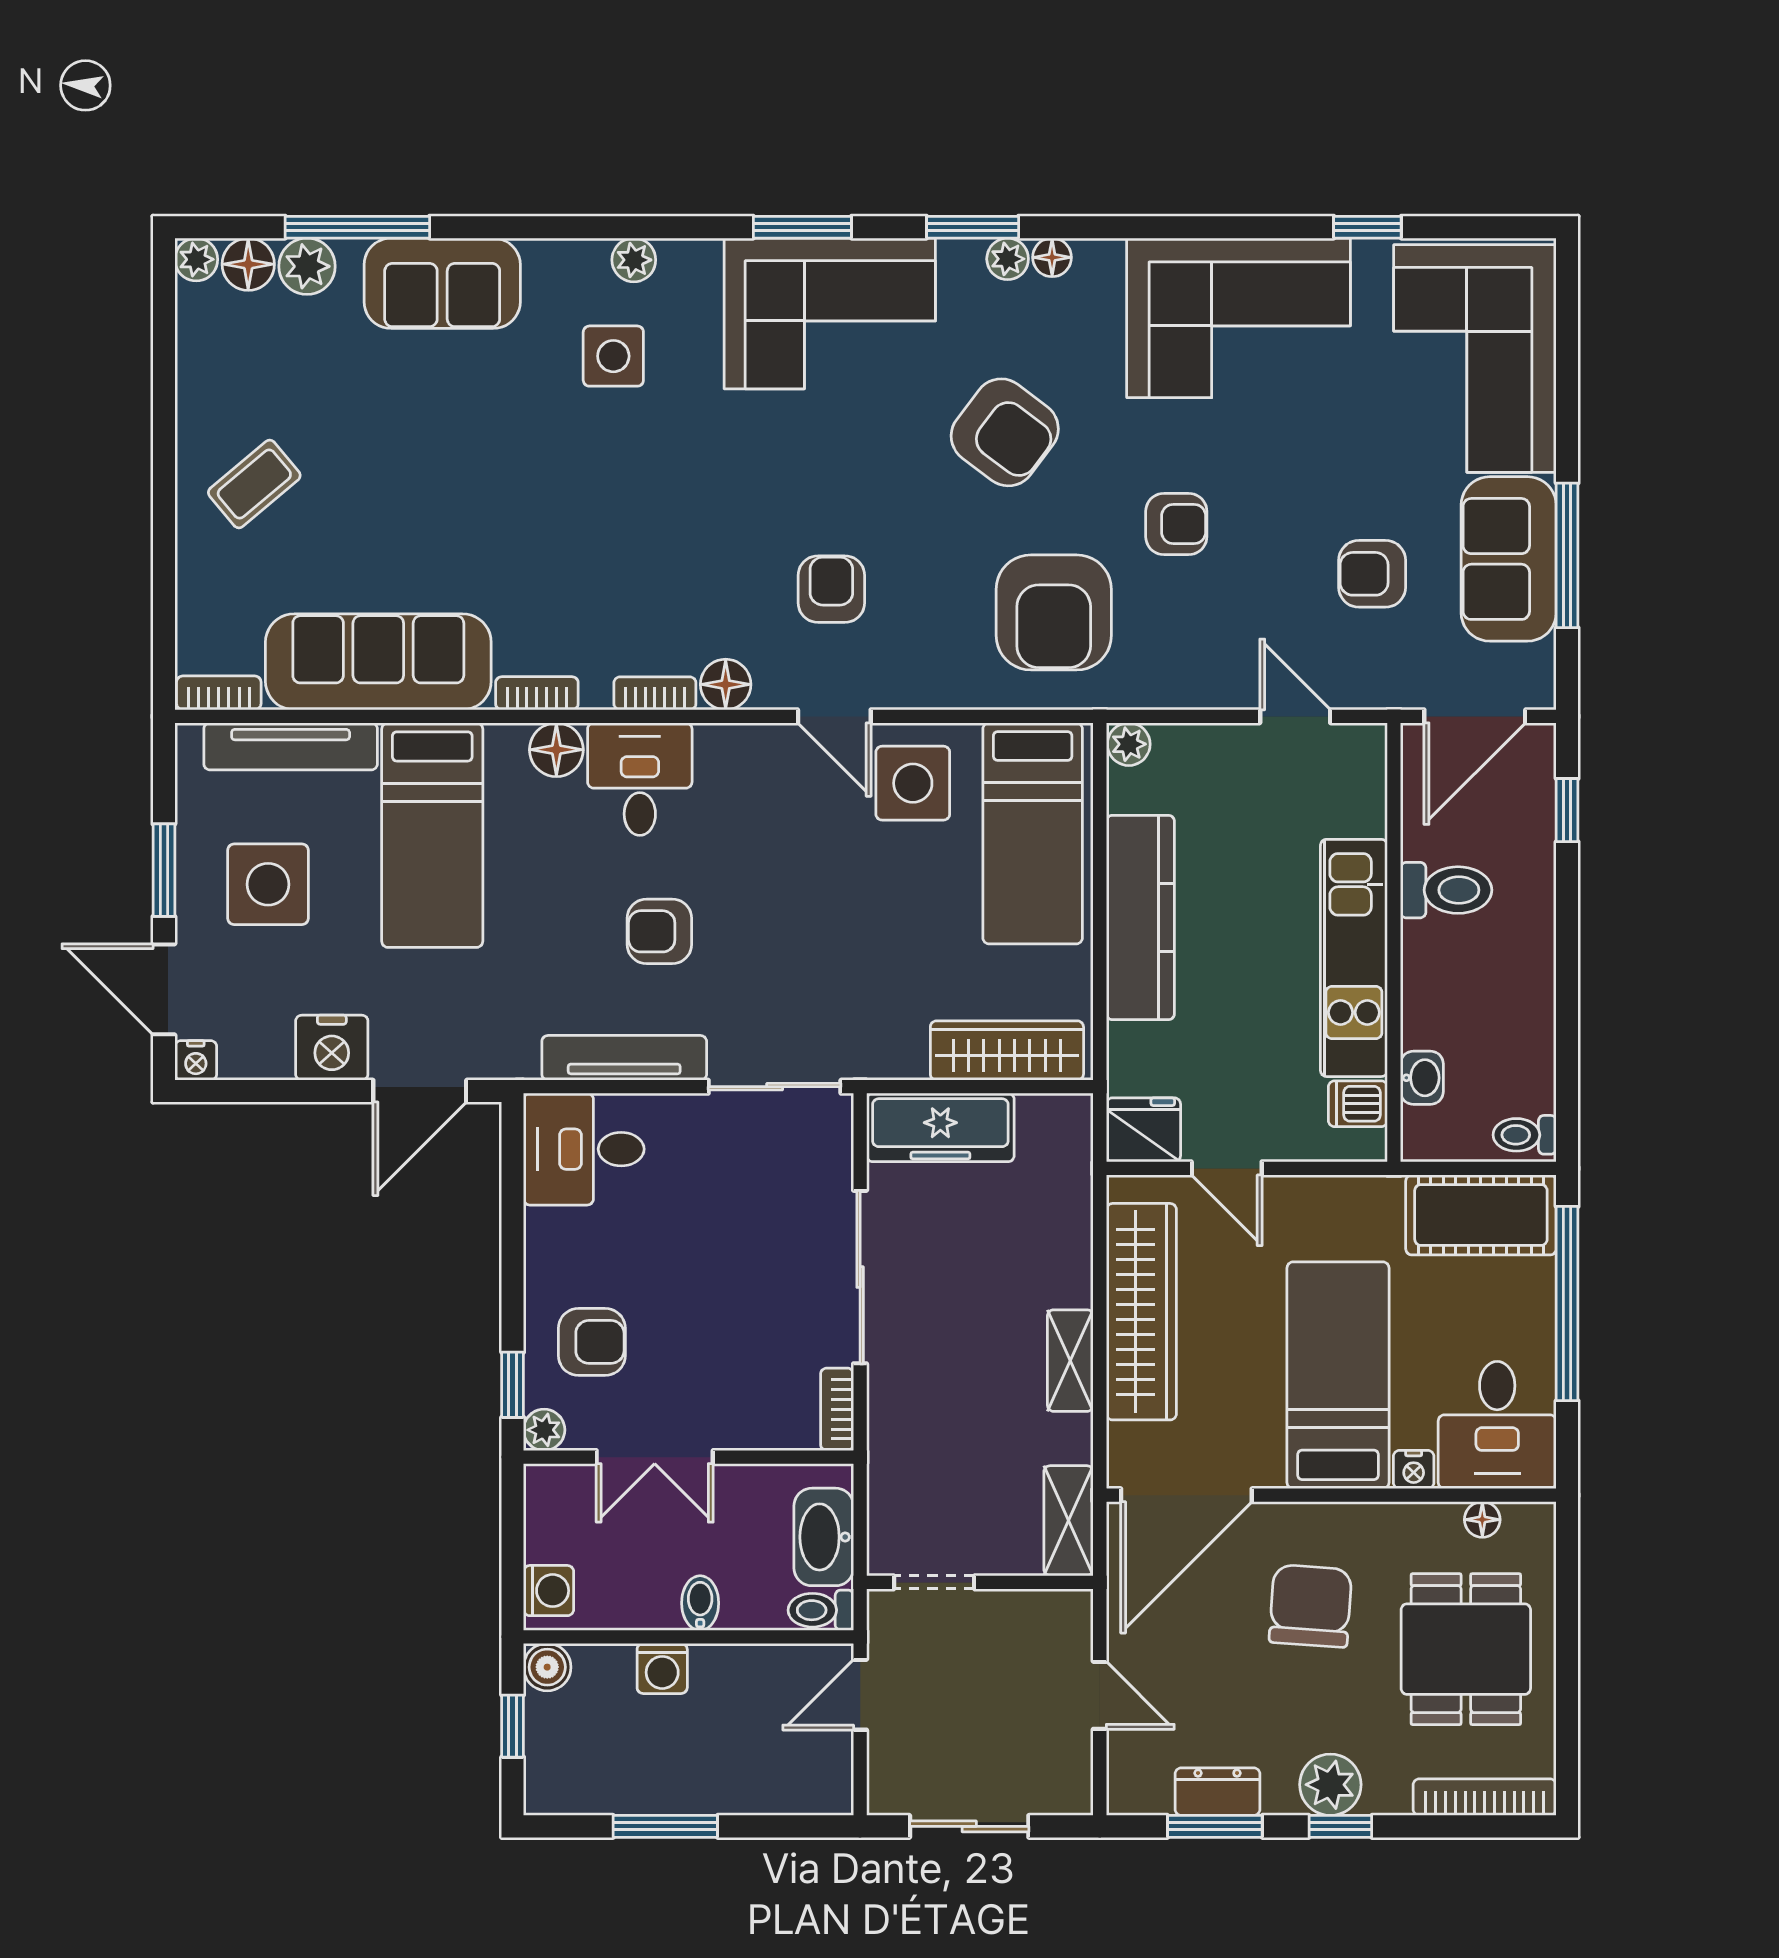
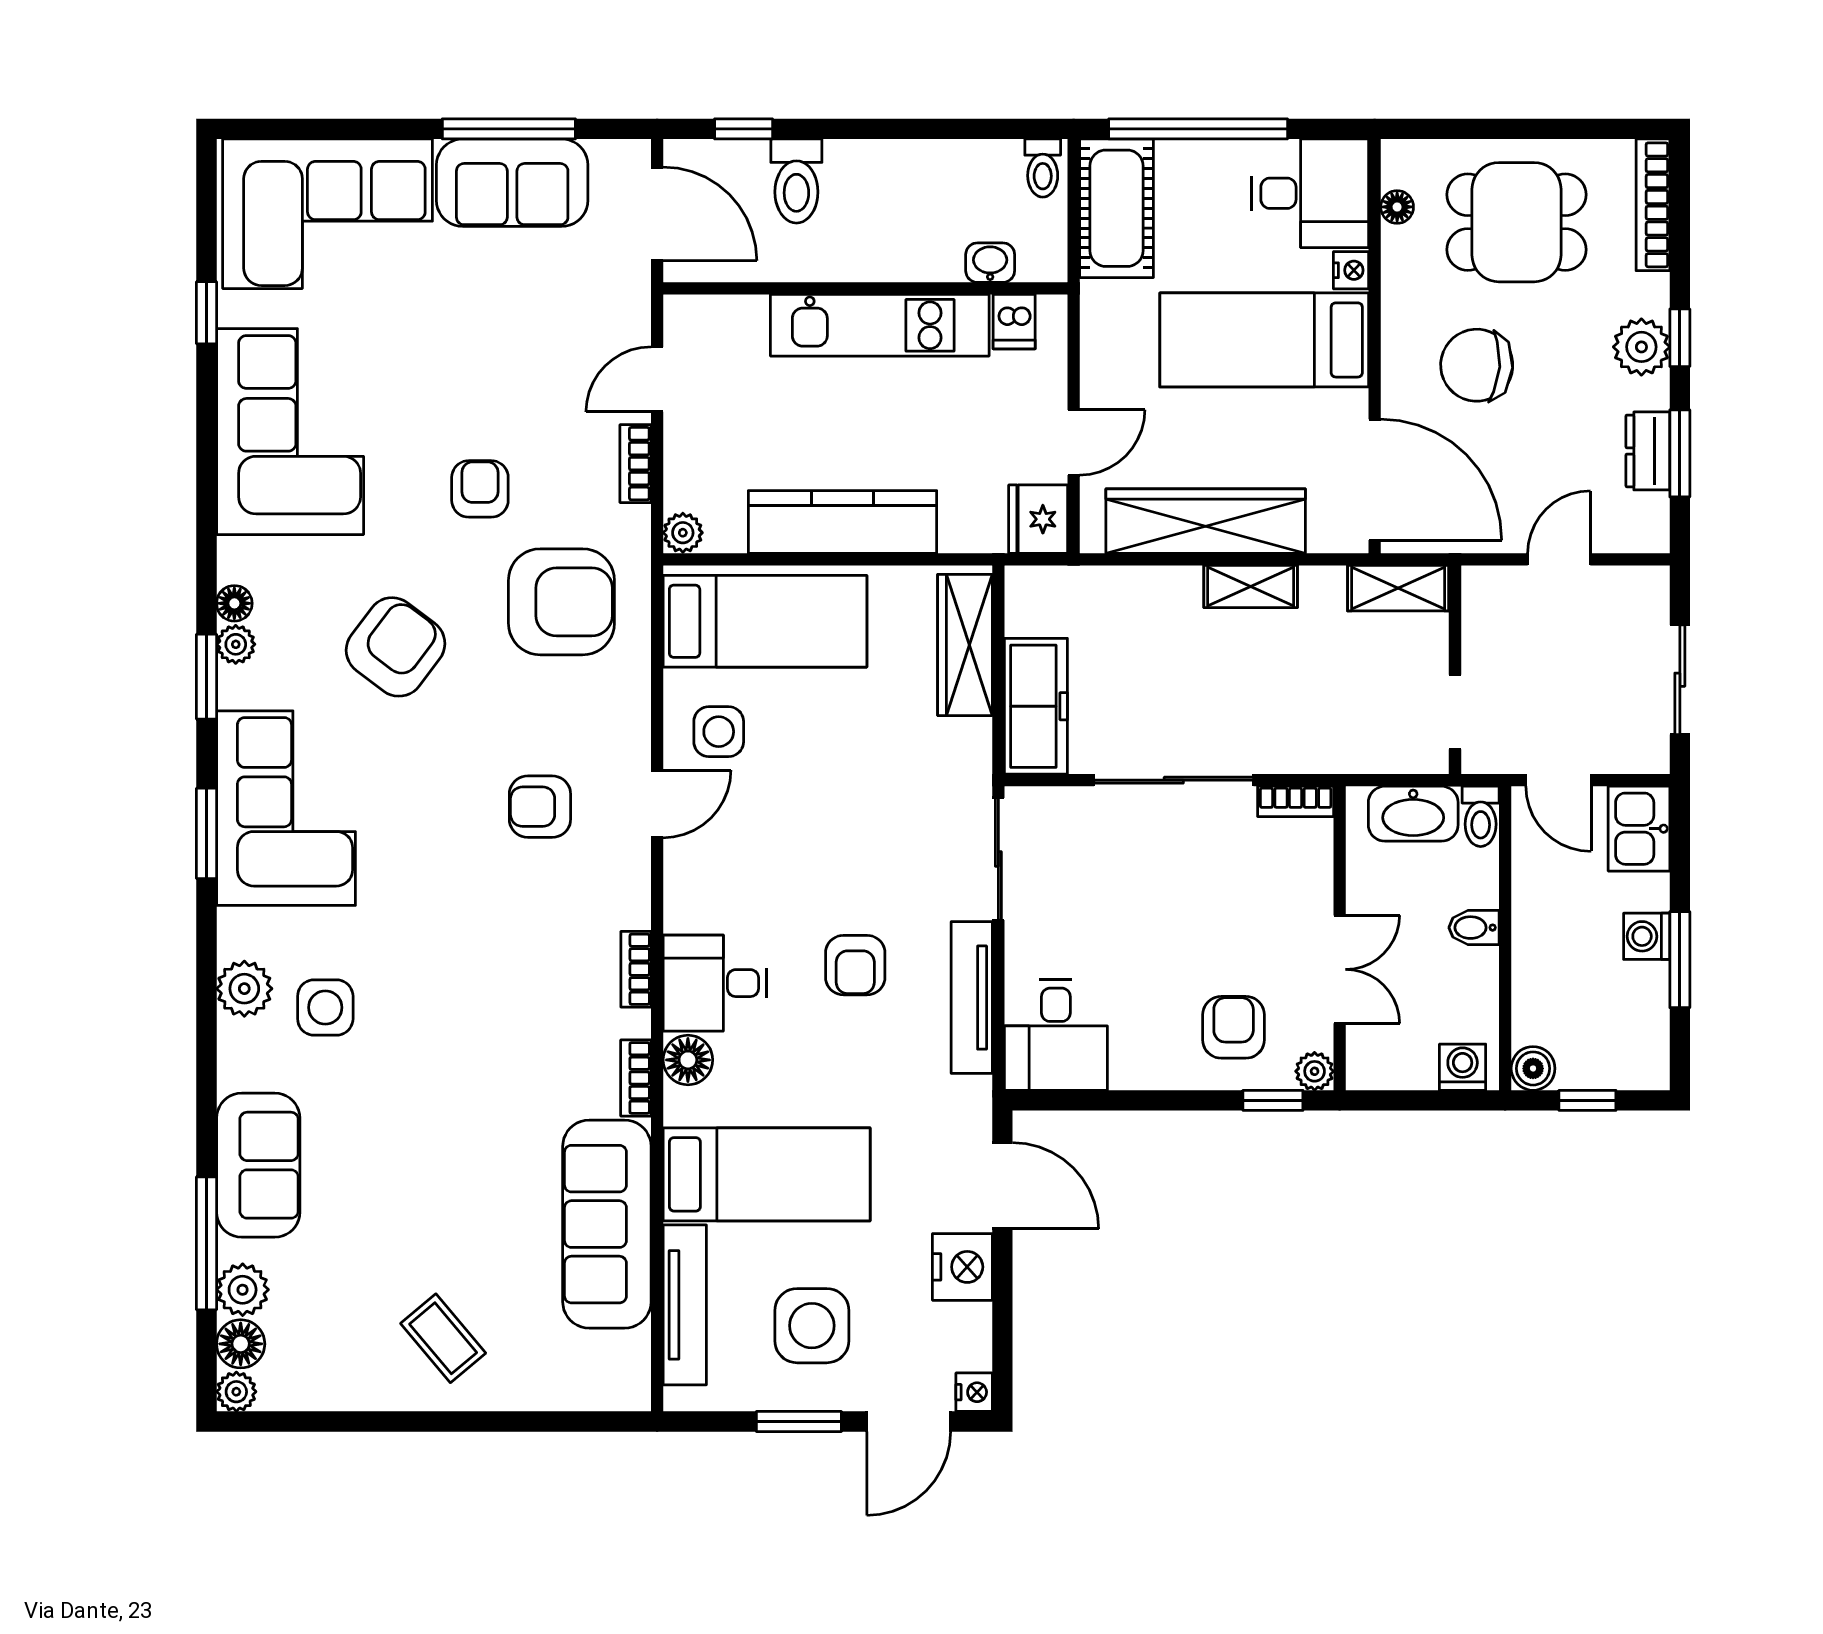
plant: (634, 260) -> (244, 989), width x1.38, depth x1.38
armchair: (1372, 574) -> (526, 308), removed
floor lamp: (726, 684) -> (628, 904), removed
bookcase: (219, 693) -> (636, 464), moved
side table: (913, 783) -> (719, 732), width x0.73, depth x0.73
toilet: (1446, 890) -> (796, 181), moved, turned 180
washing machine: (662, 1668) -> (1647, 936), moved, turned 180
kitchen sink: (807, 1782) -> (1639, 829), added

